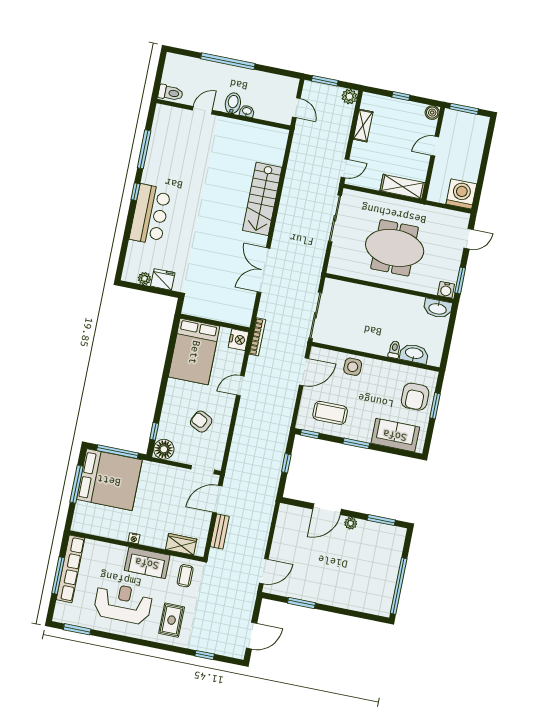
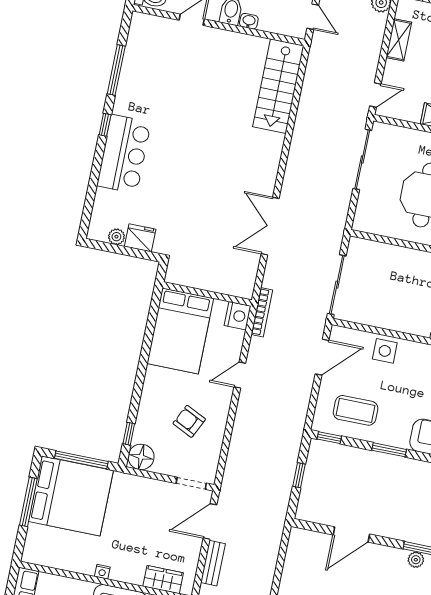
stairs: (262, 199) -> (278, 86), moved
plant: (351, 523) -> (416, 560), moved

